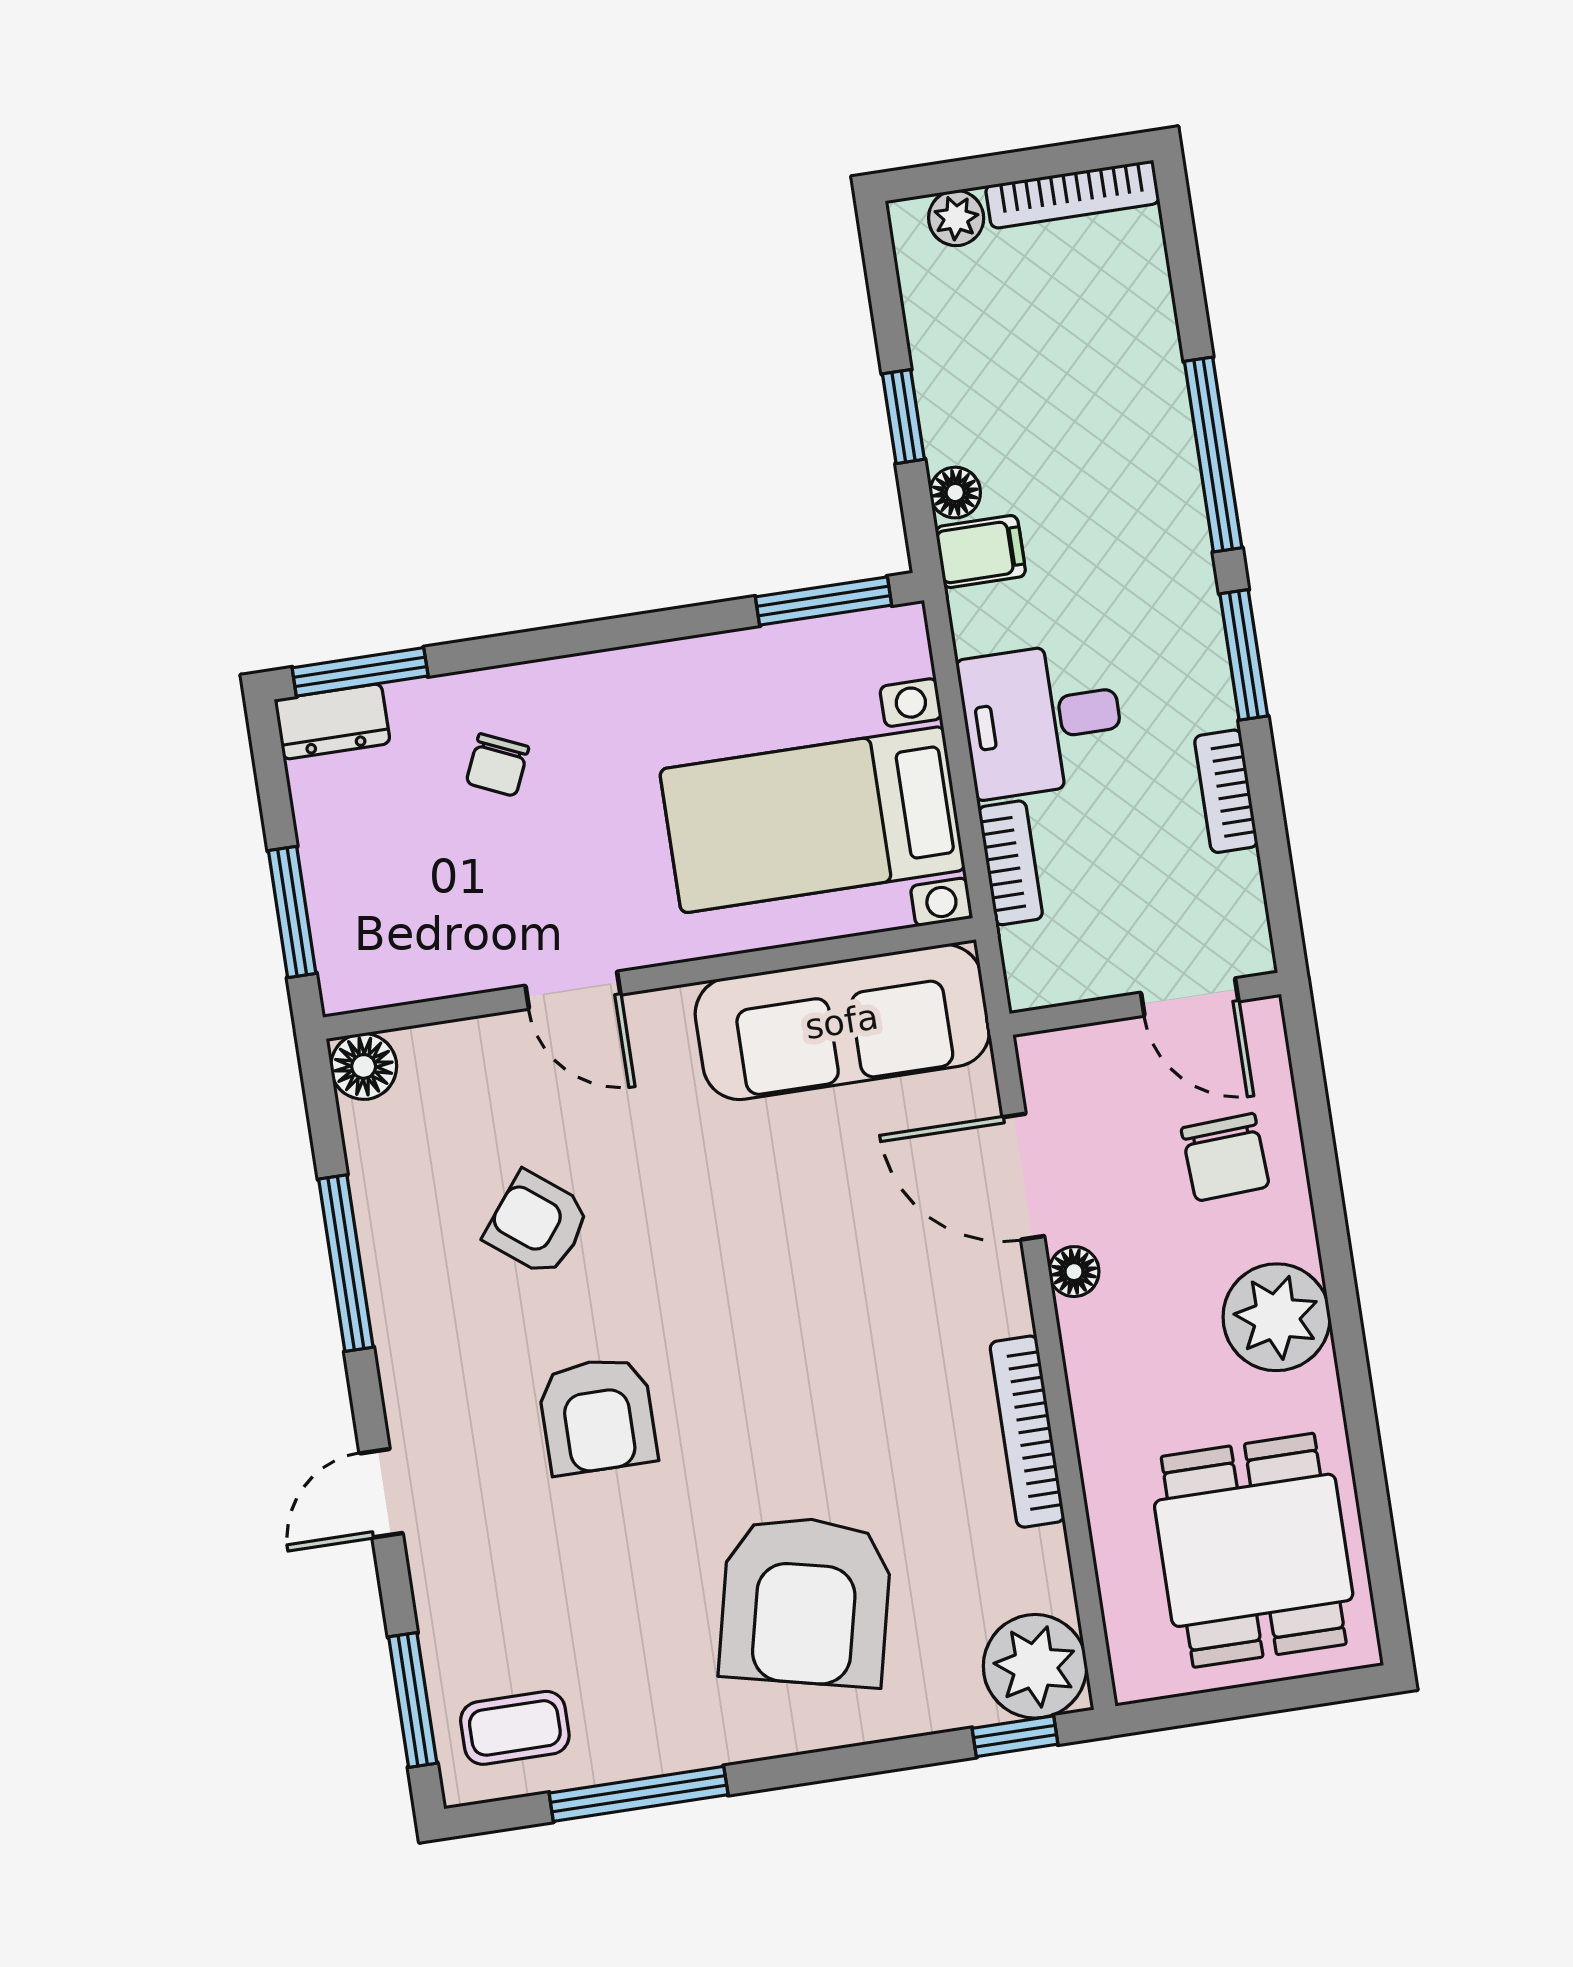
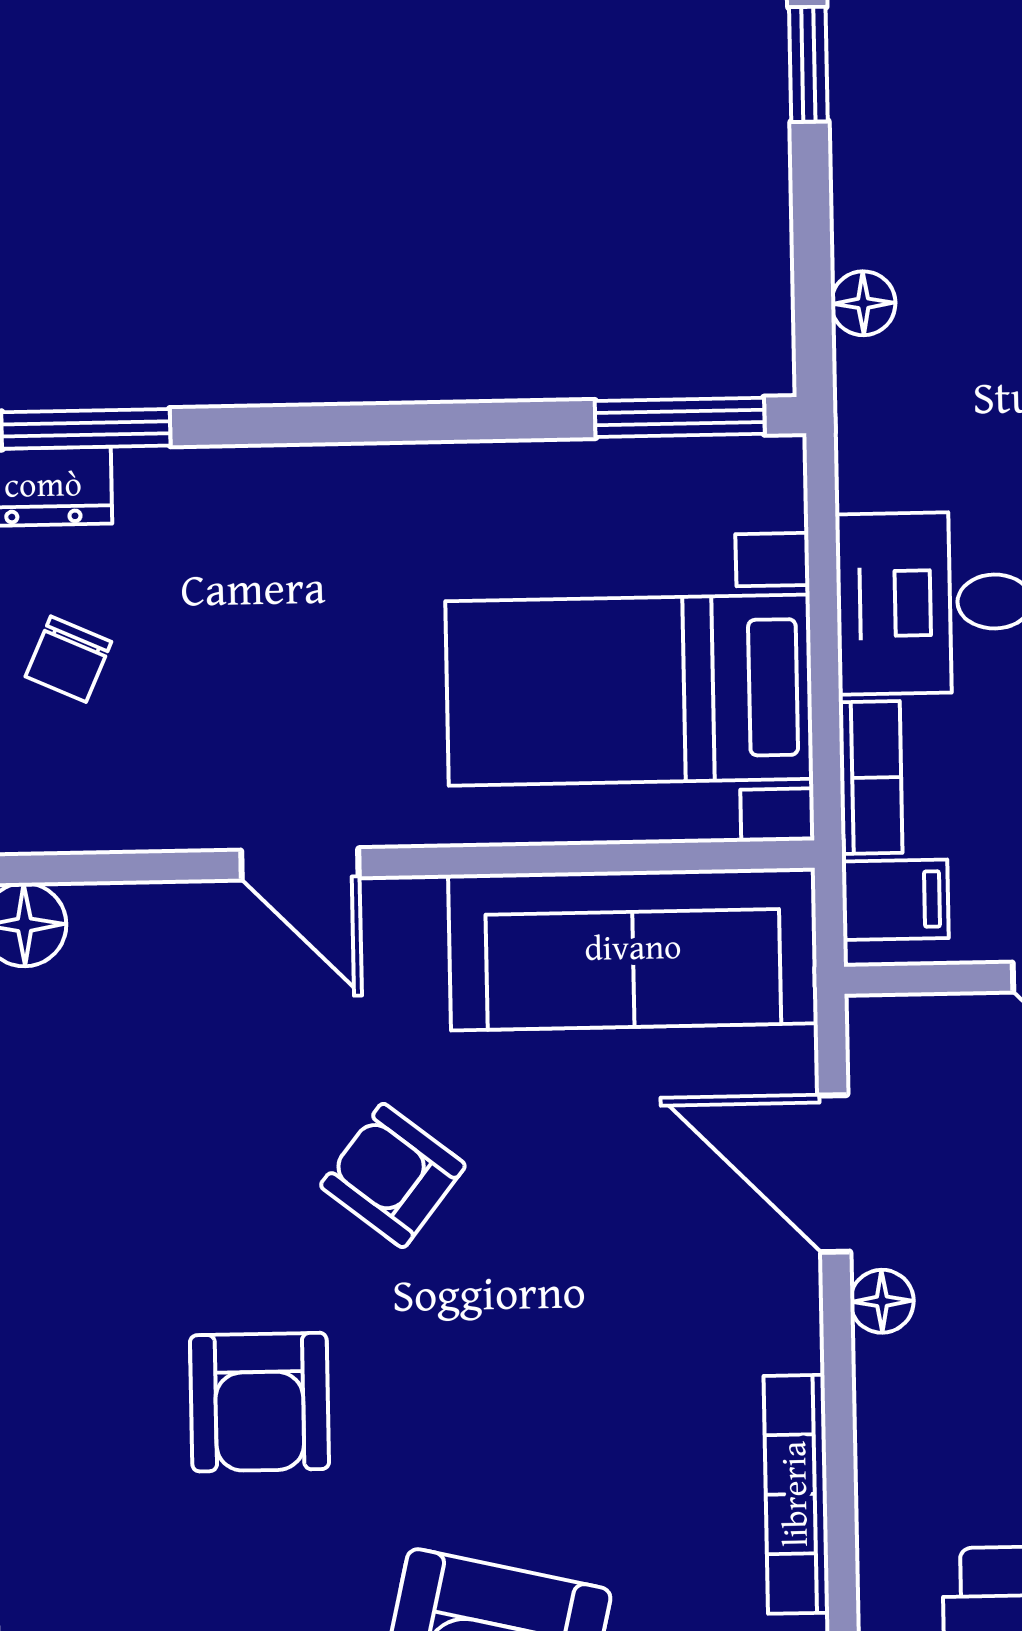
window: (903, 417) -> (808, 64), moved
filing cabinet: (981, 552) -> (895, 900), moved
chair: (497, 765) -> (68, 659), moved
armchair: (537, 1224) -> (393, 1176), moved

